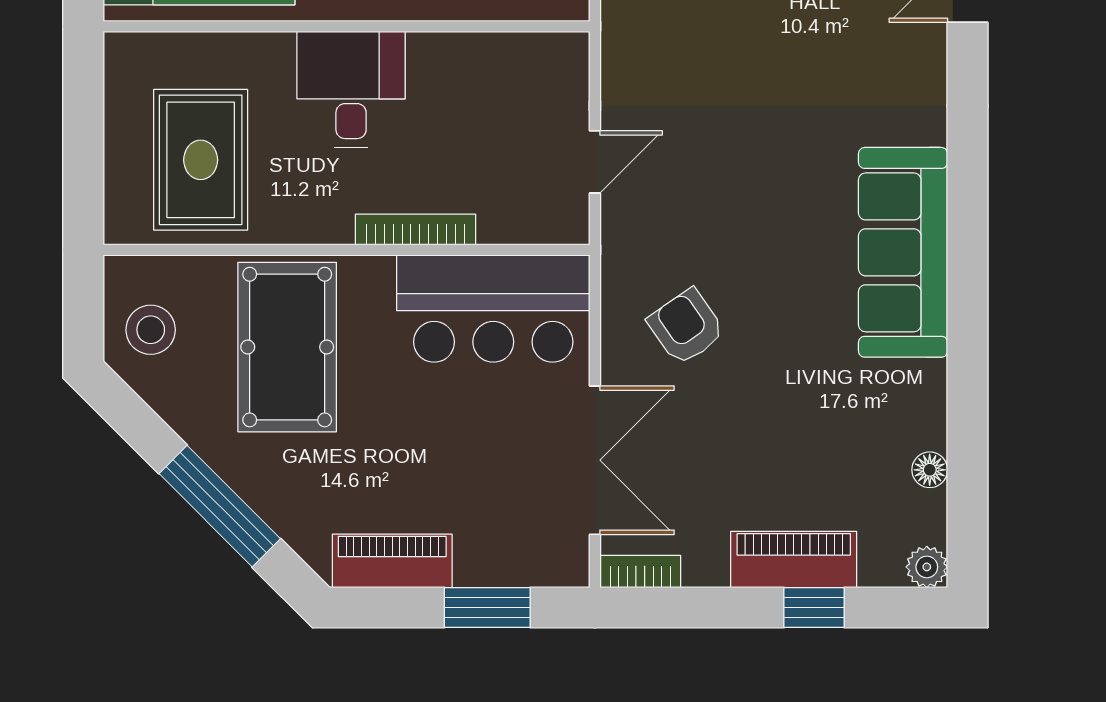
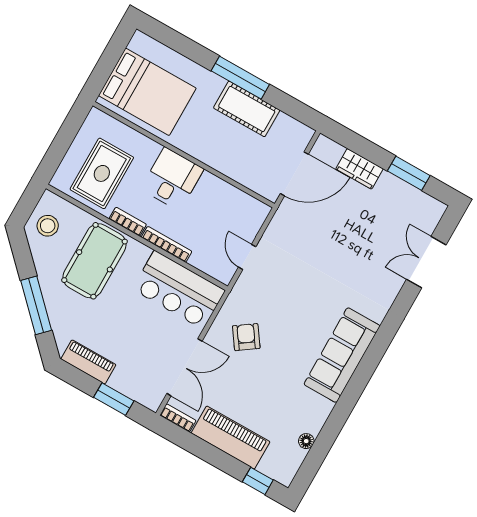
door: (595, 162) -> (247, 257), swing flipped
bookcase: (310, 228) -> (128, 222), added
piano: (794, 560) -> (231, 437), width x1.37, depth x1.33
plant: (927, 567) -> (285, 476), removed
window: (814, 608) -> (258, 481), moved

